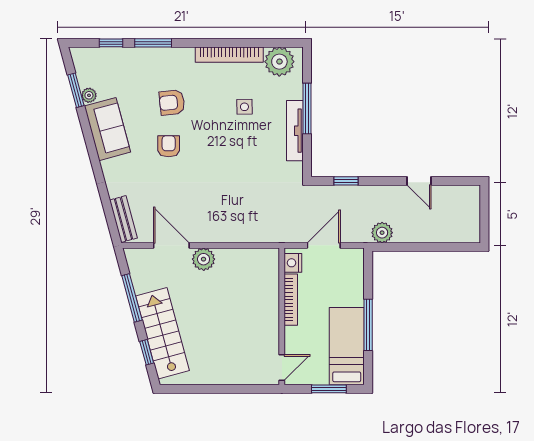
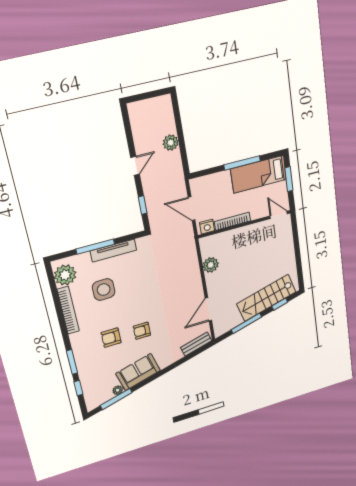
window: (76, 90) -> (116, 399), width x1.44
armchair: (172, 102) -> (111, 338), turned 96
side table: (244, 107) -> (104, 290), width x1.87, depth x1.87
door: (419, 181) -> (135, 166), moved
plant: (382, 233) -> (171, 143), moved
plant: (204, 259) -> (211, 265), moved

